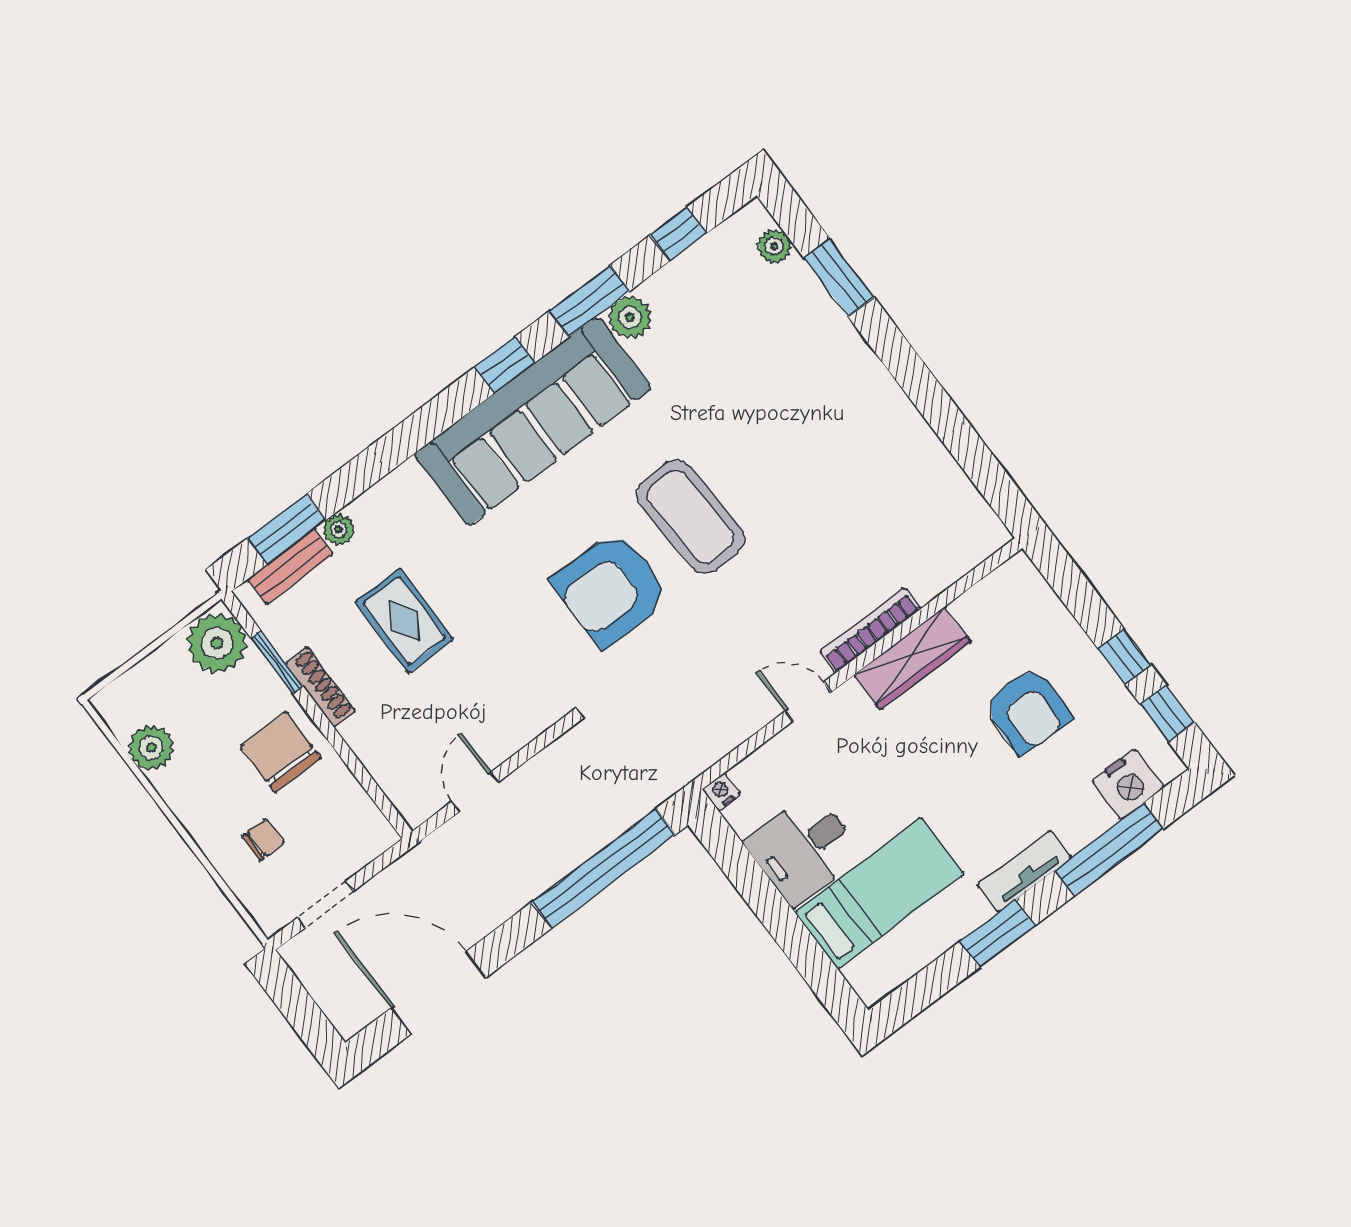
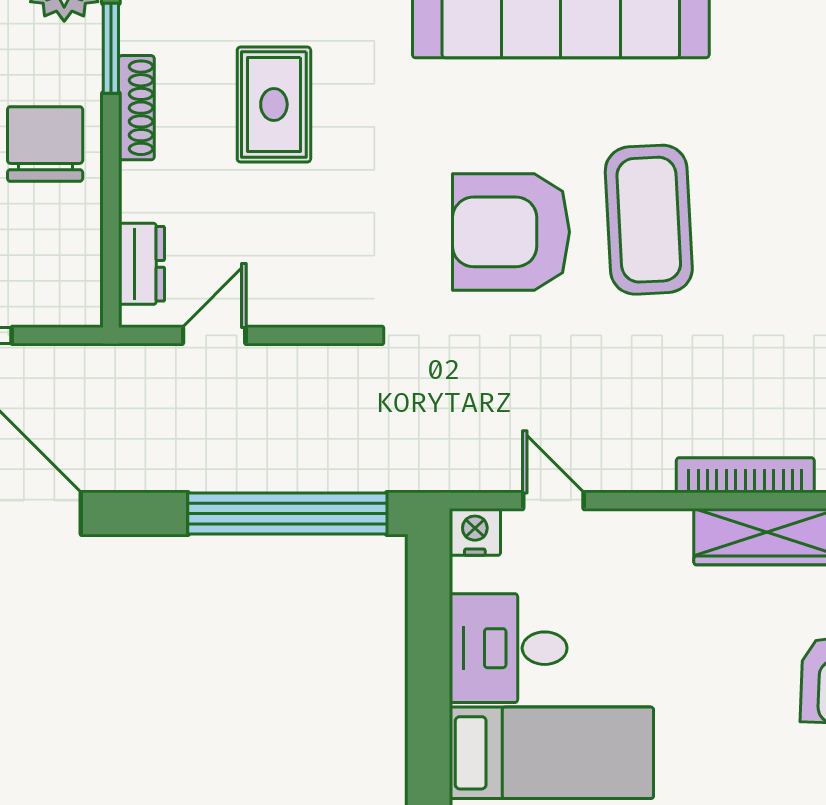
door: (808, 702) -> (553, 501), moved
dresser: (397, 781) -> (142, 264), added
nightstand: (721, 791) -> (475, 532), width x1.39, depth x1.35

